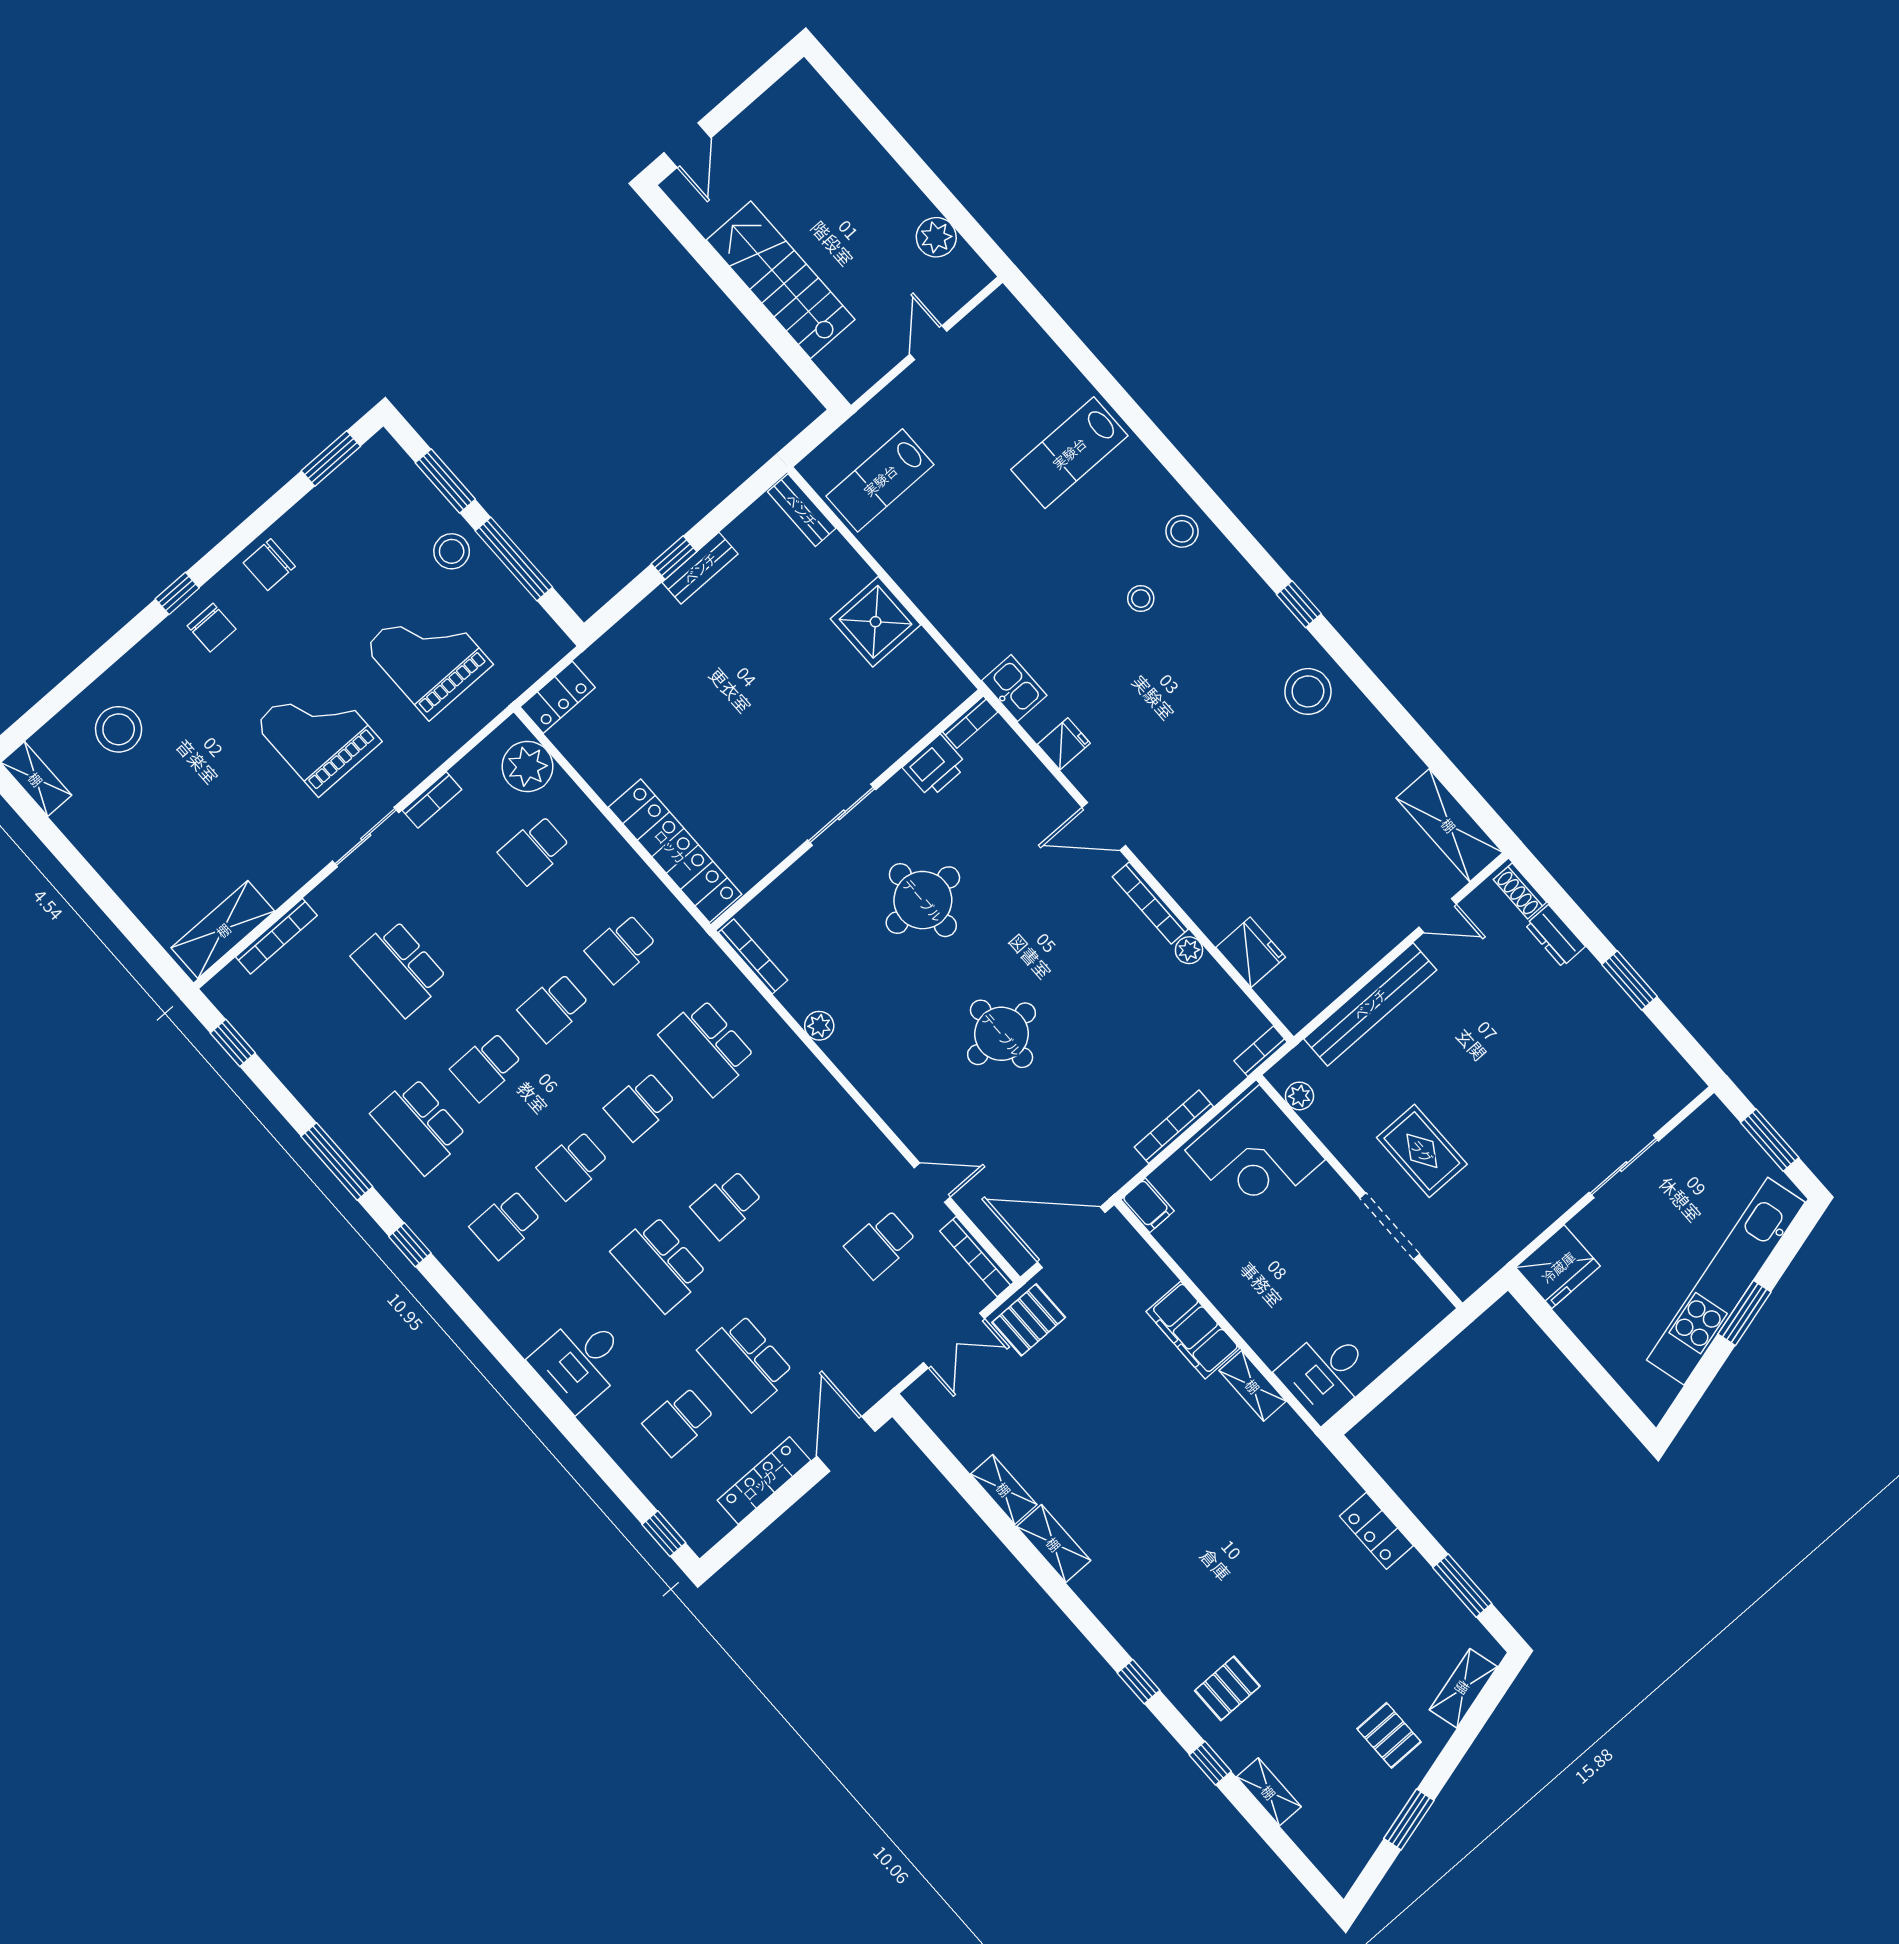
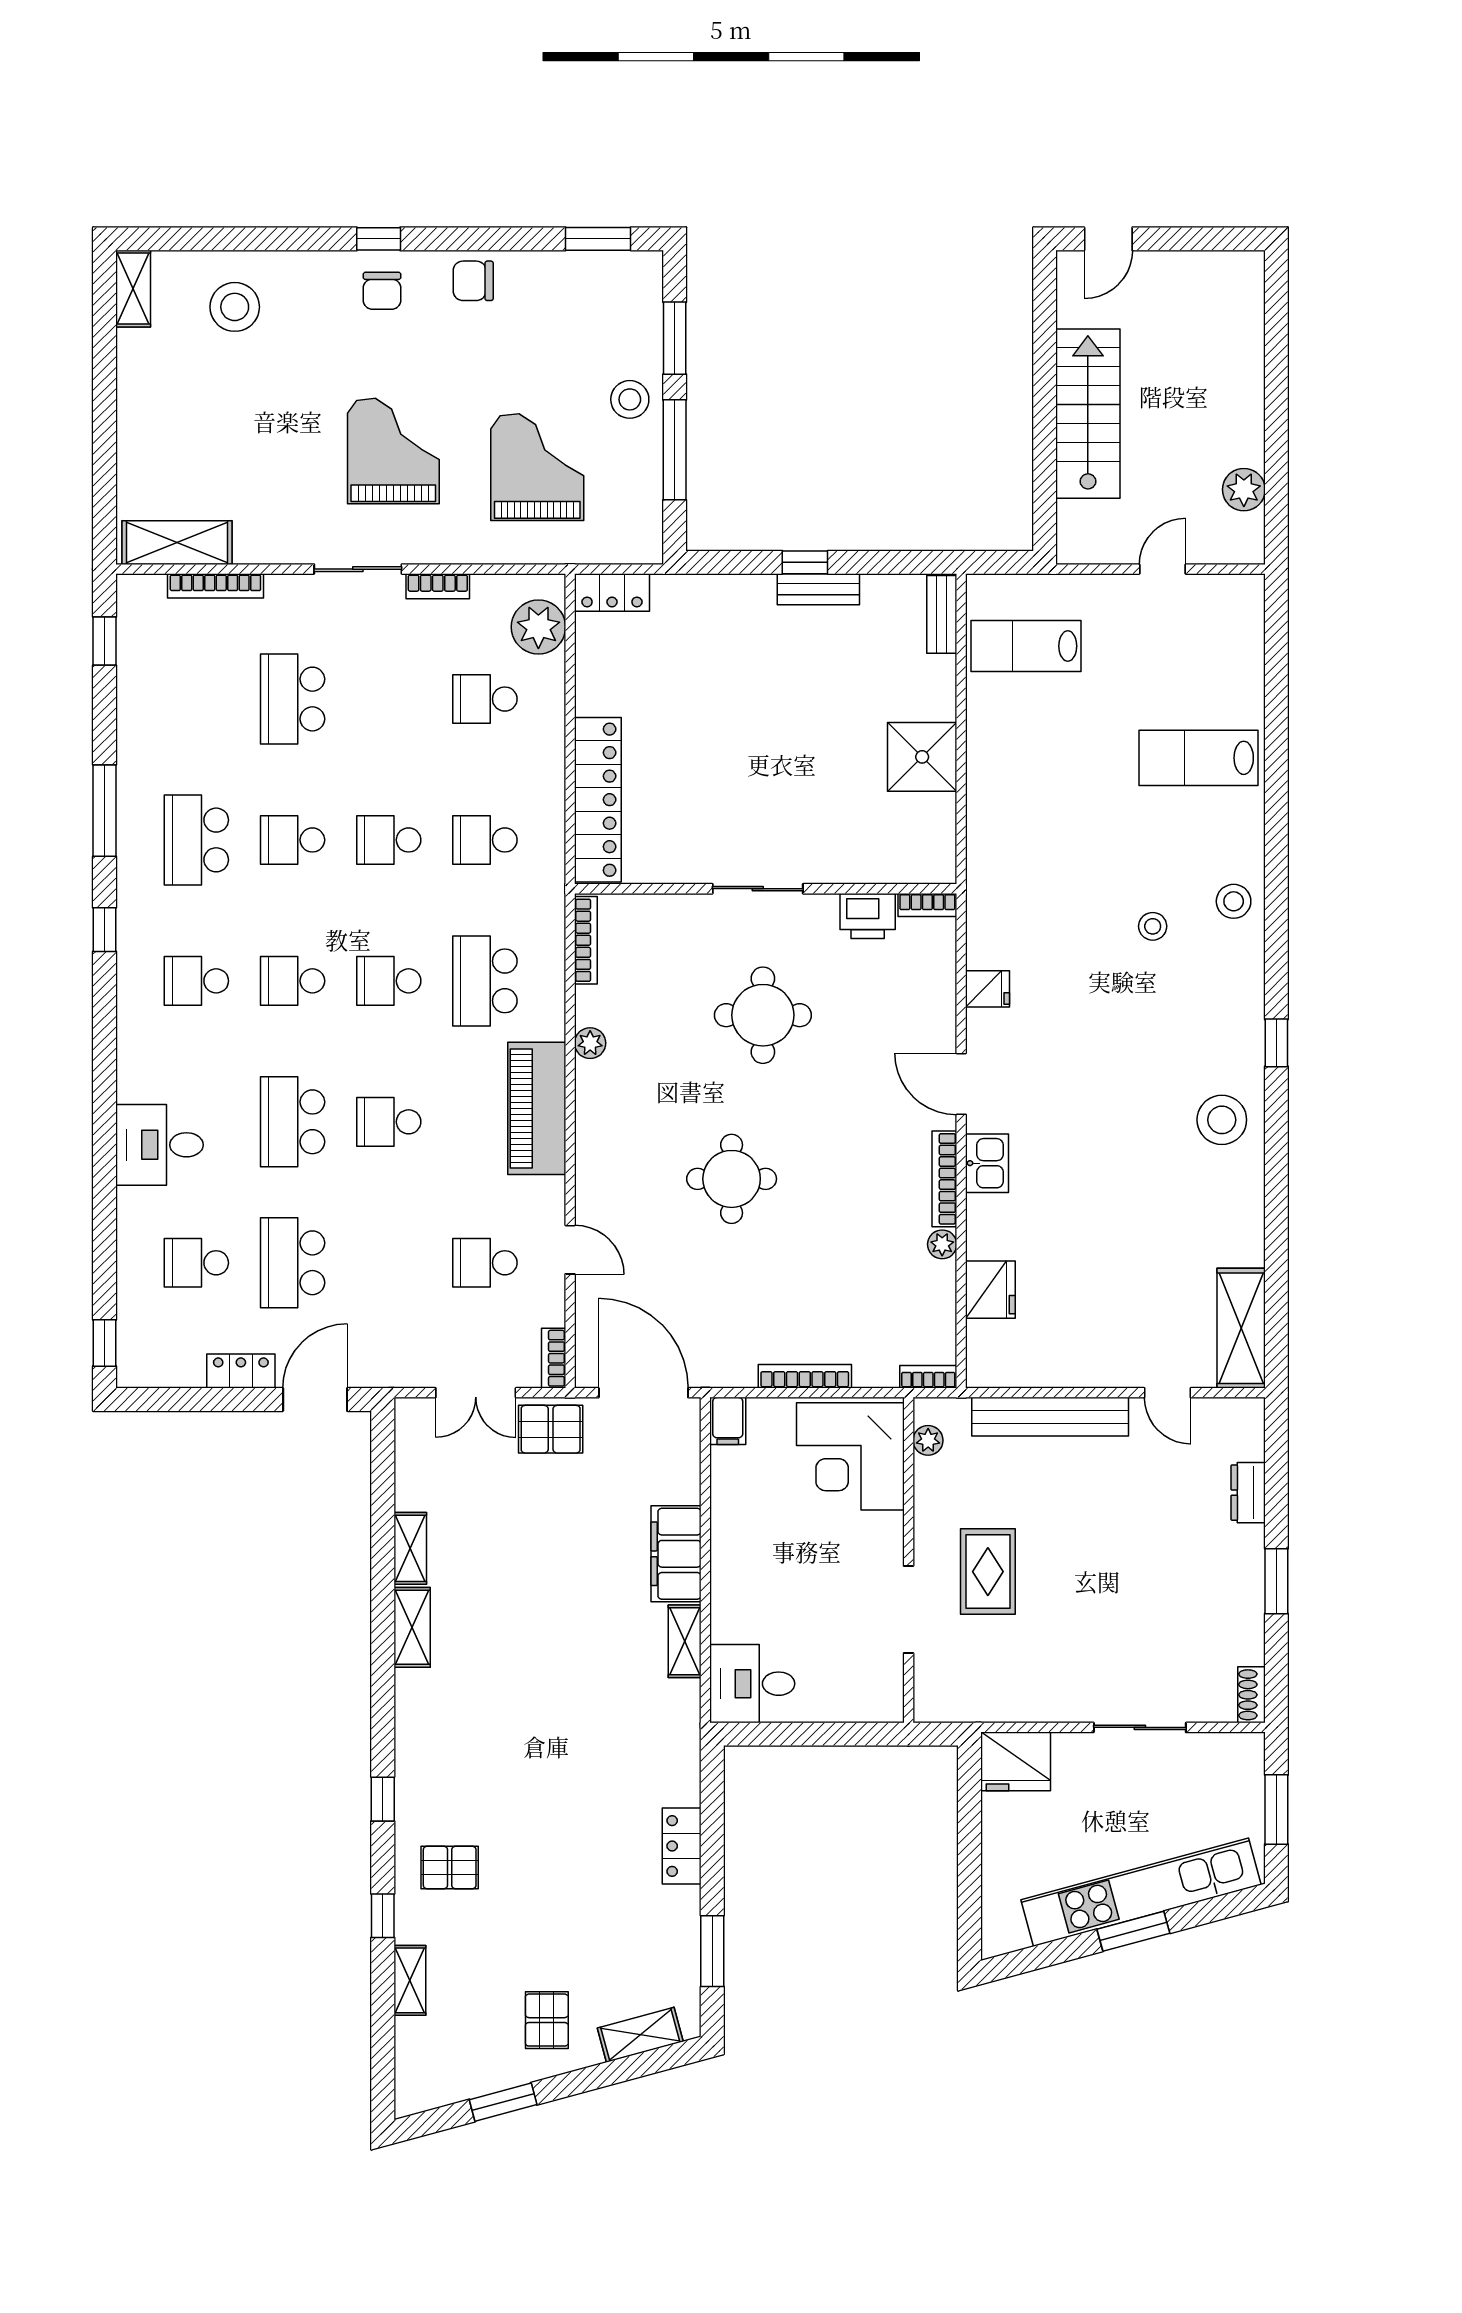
kitchen sink: (1014, 688) -> (987, 1163), moved
shoe rack: (1520, 891) -> (1251, 1695), moved
piano: (822, 1104) -> (537, 1108), added
bookcase: (977, 1257) -> (554, 1358), width x0.64
locker: (764, 1480) -> (241, 1371), width x0.66

